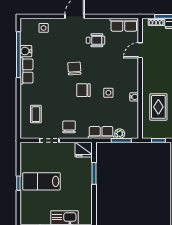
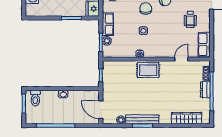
door: (140, 50) -> (181, 59), hinge flipped
rug: (158, 107) -> (148, 70), moved

